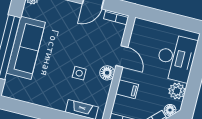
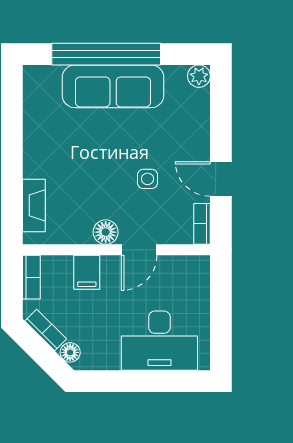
side table: (79, 73) -> (147, 179), moved
plant: (177, 91) -> (105, 356), removed

